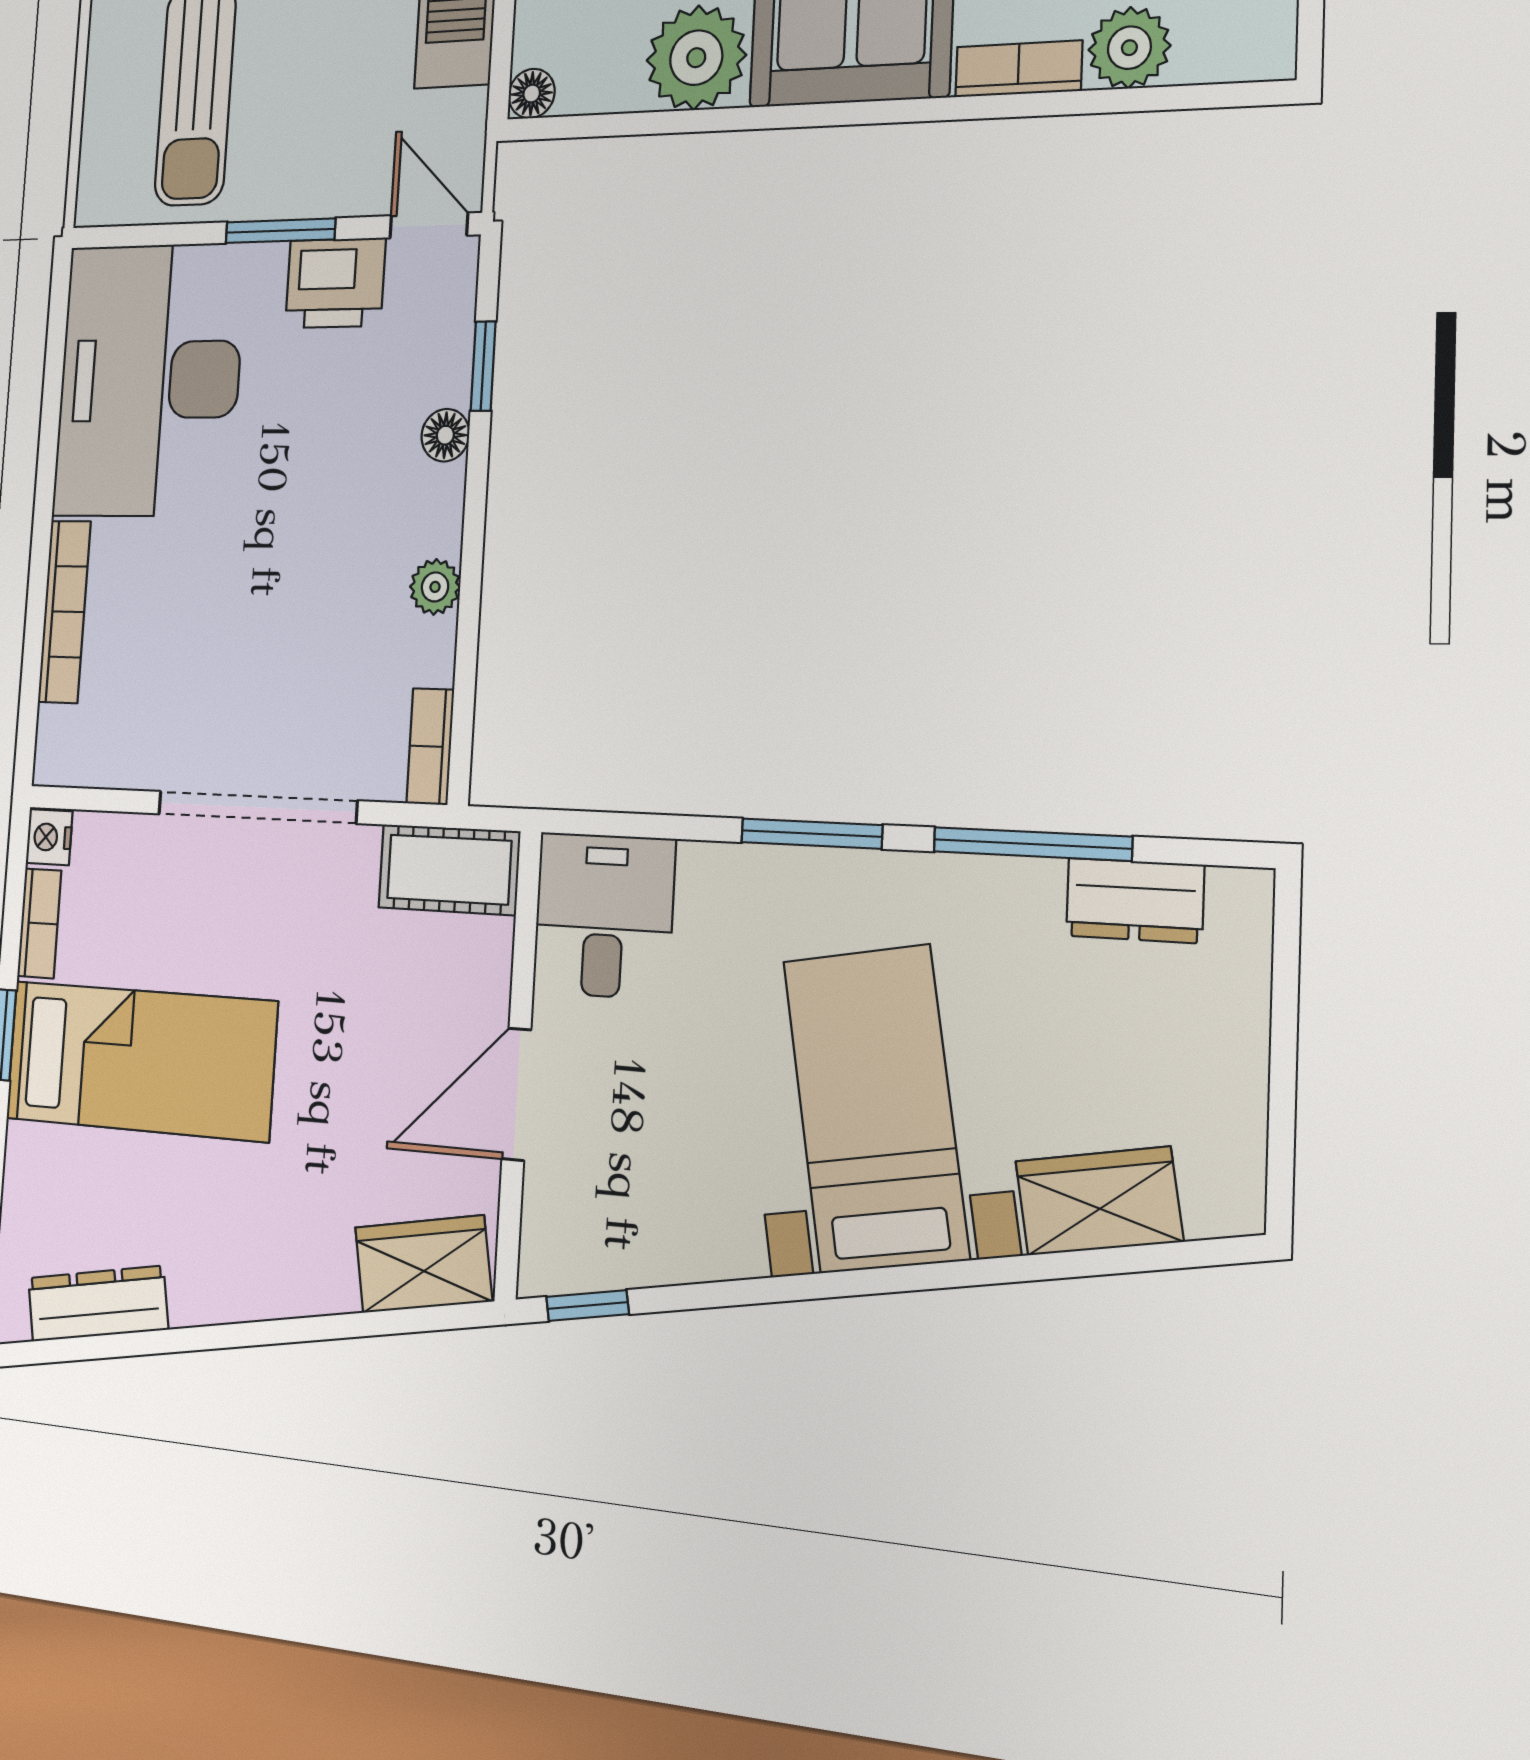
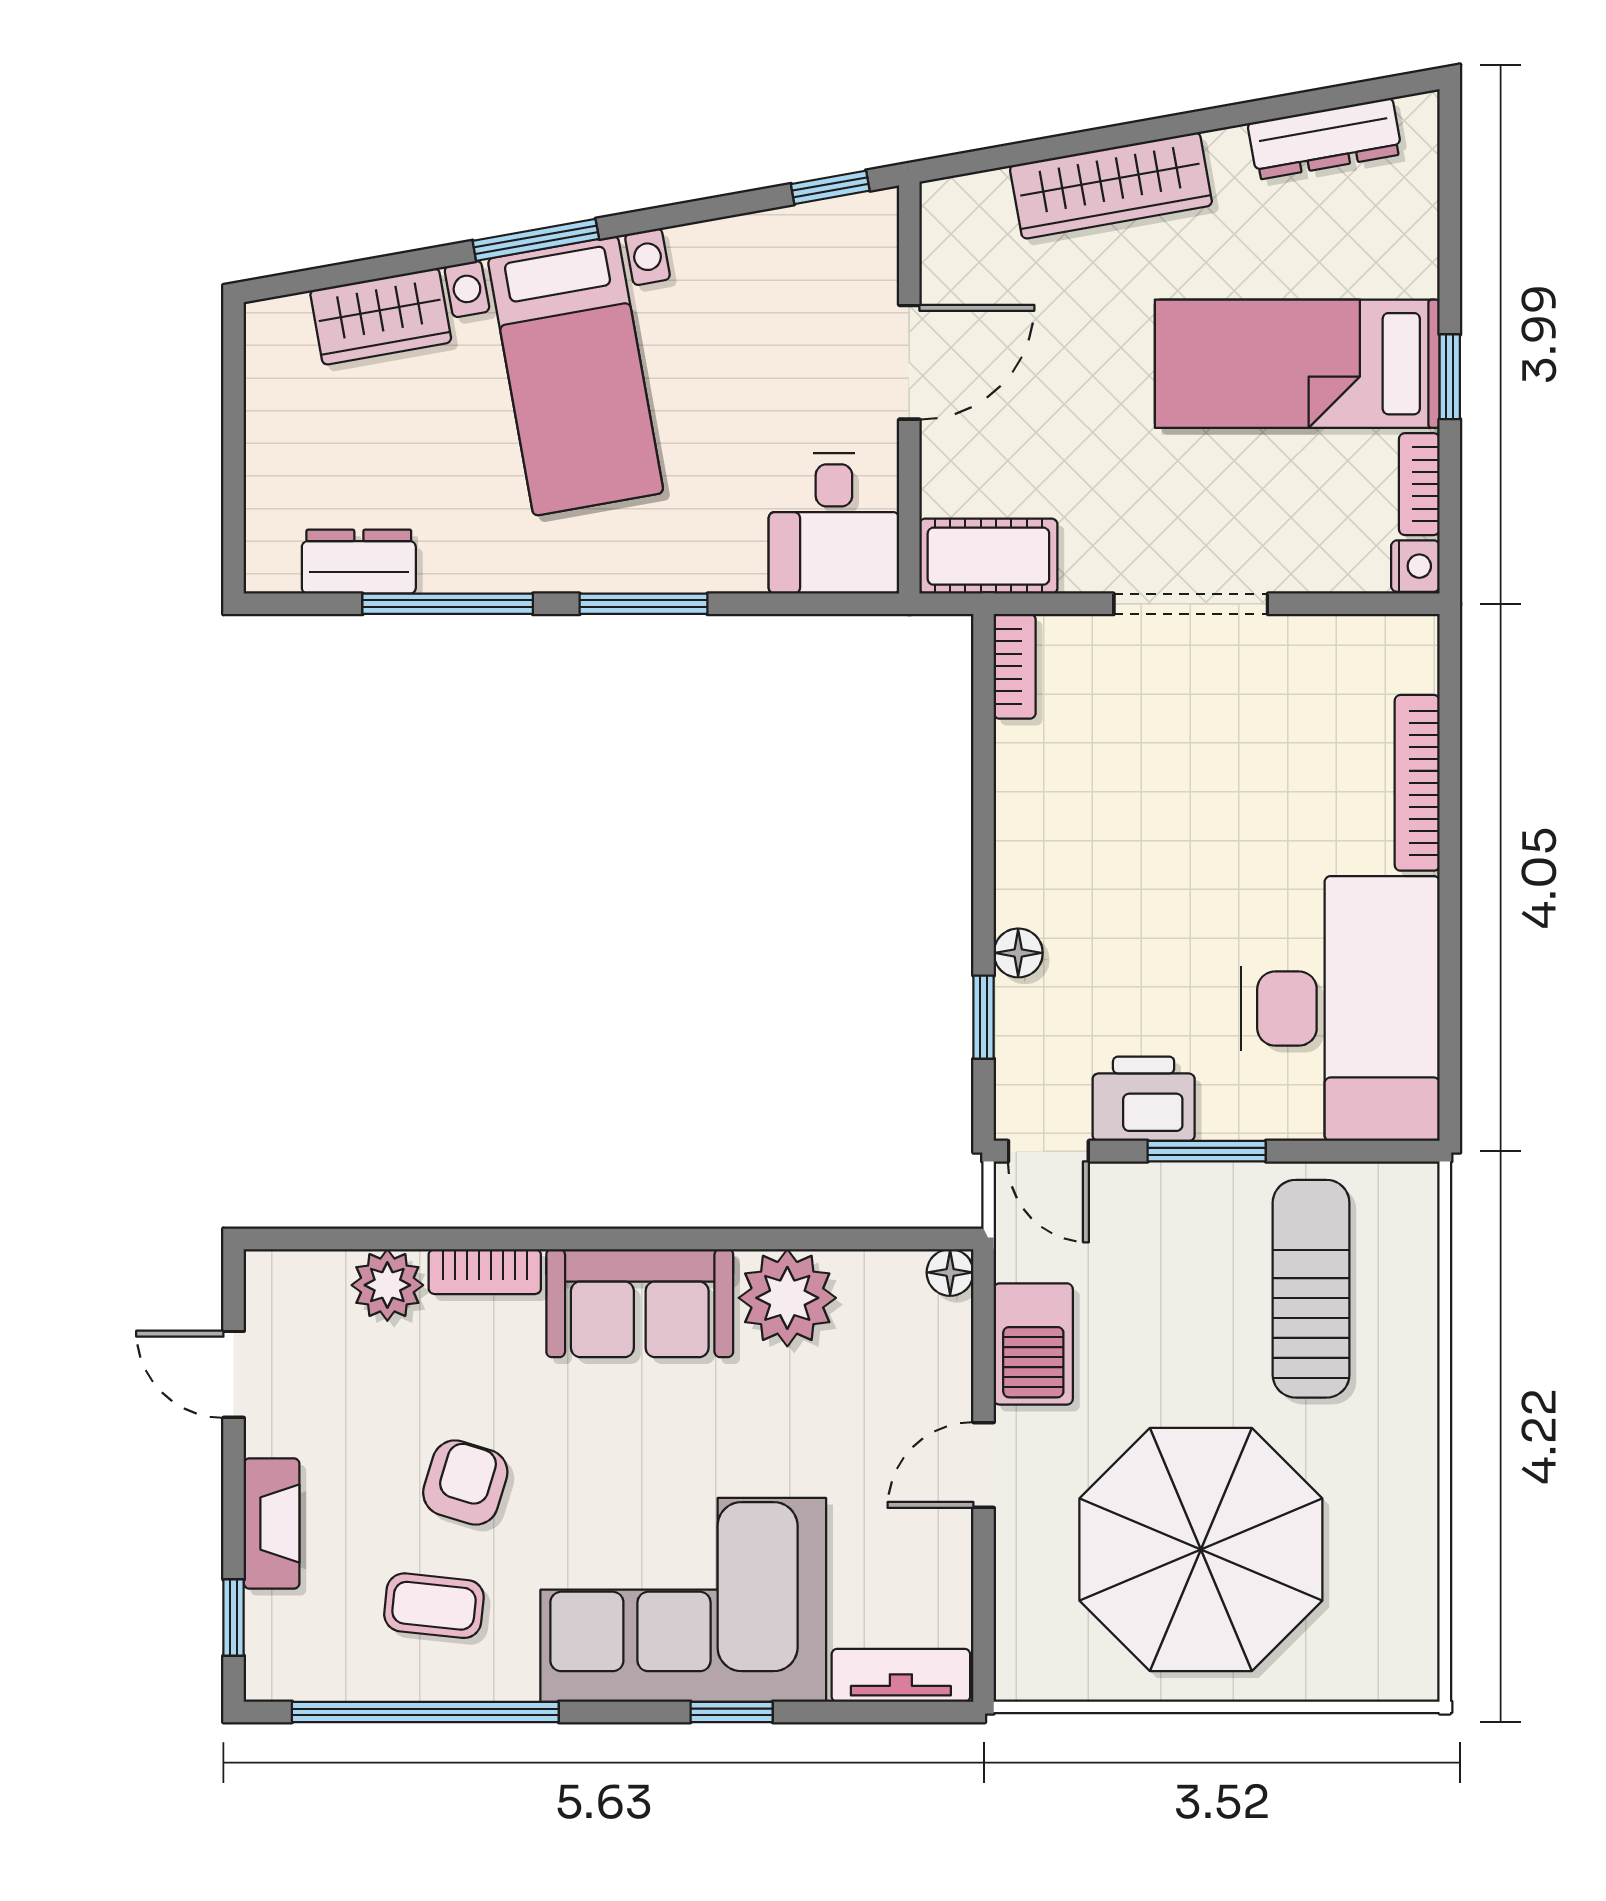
plant: (435, 587) -> (1020, 812), removed
doorway: (257, 807) -> (1191, 604), width x0.73
wardrobe: (423, 1264) -> (1111, 186), moved, width x1.50
window: (914, 1278) -> (536, 240), added

